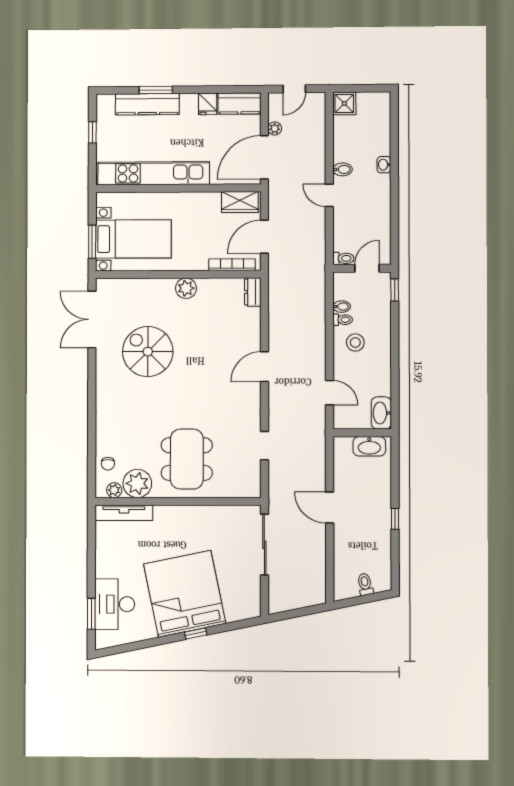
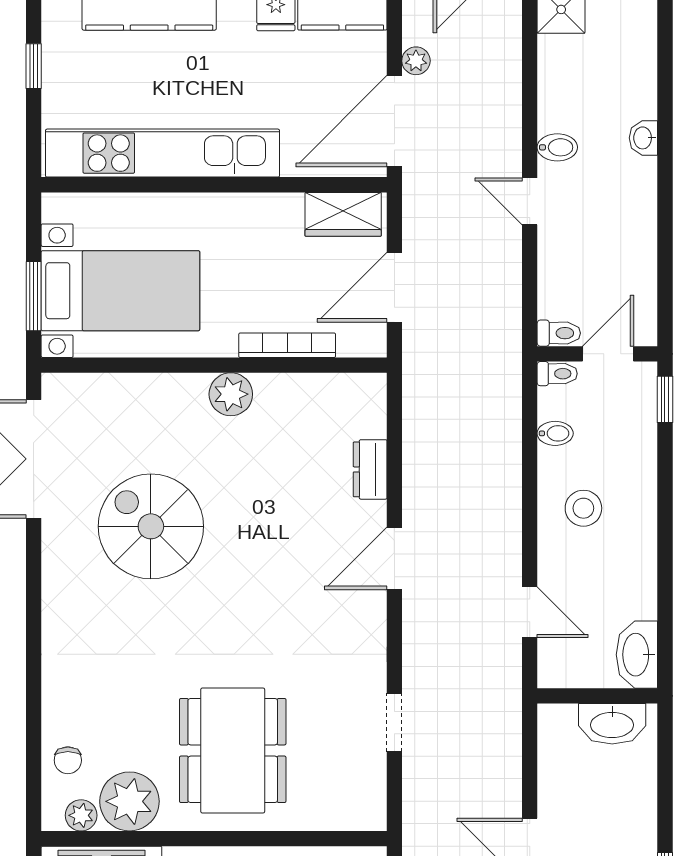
bookcase: (232, 265) -> (287, 345), moved
dresser: (253, 292) -> (370, 469), moved
toilet: (343, 320) -> (557, 374), moved

